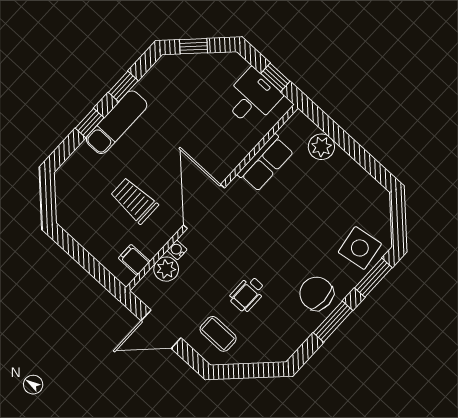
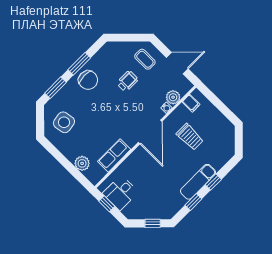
side table: (360, 248) -> (64, 122), moved

